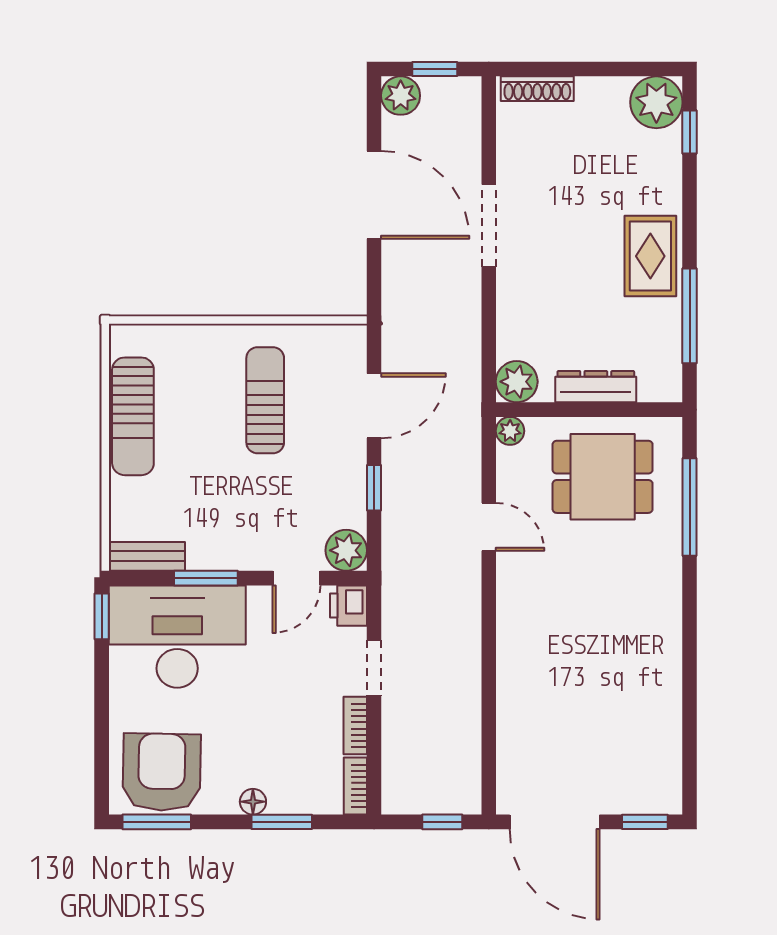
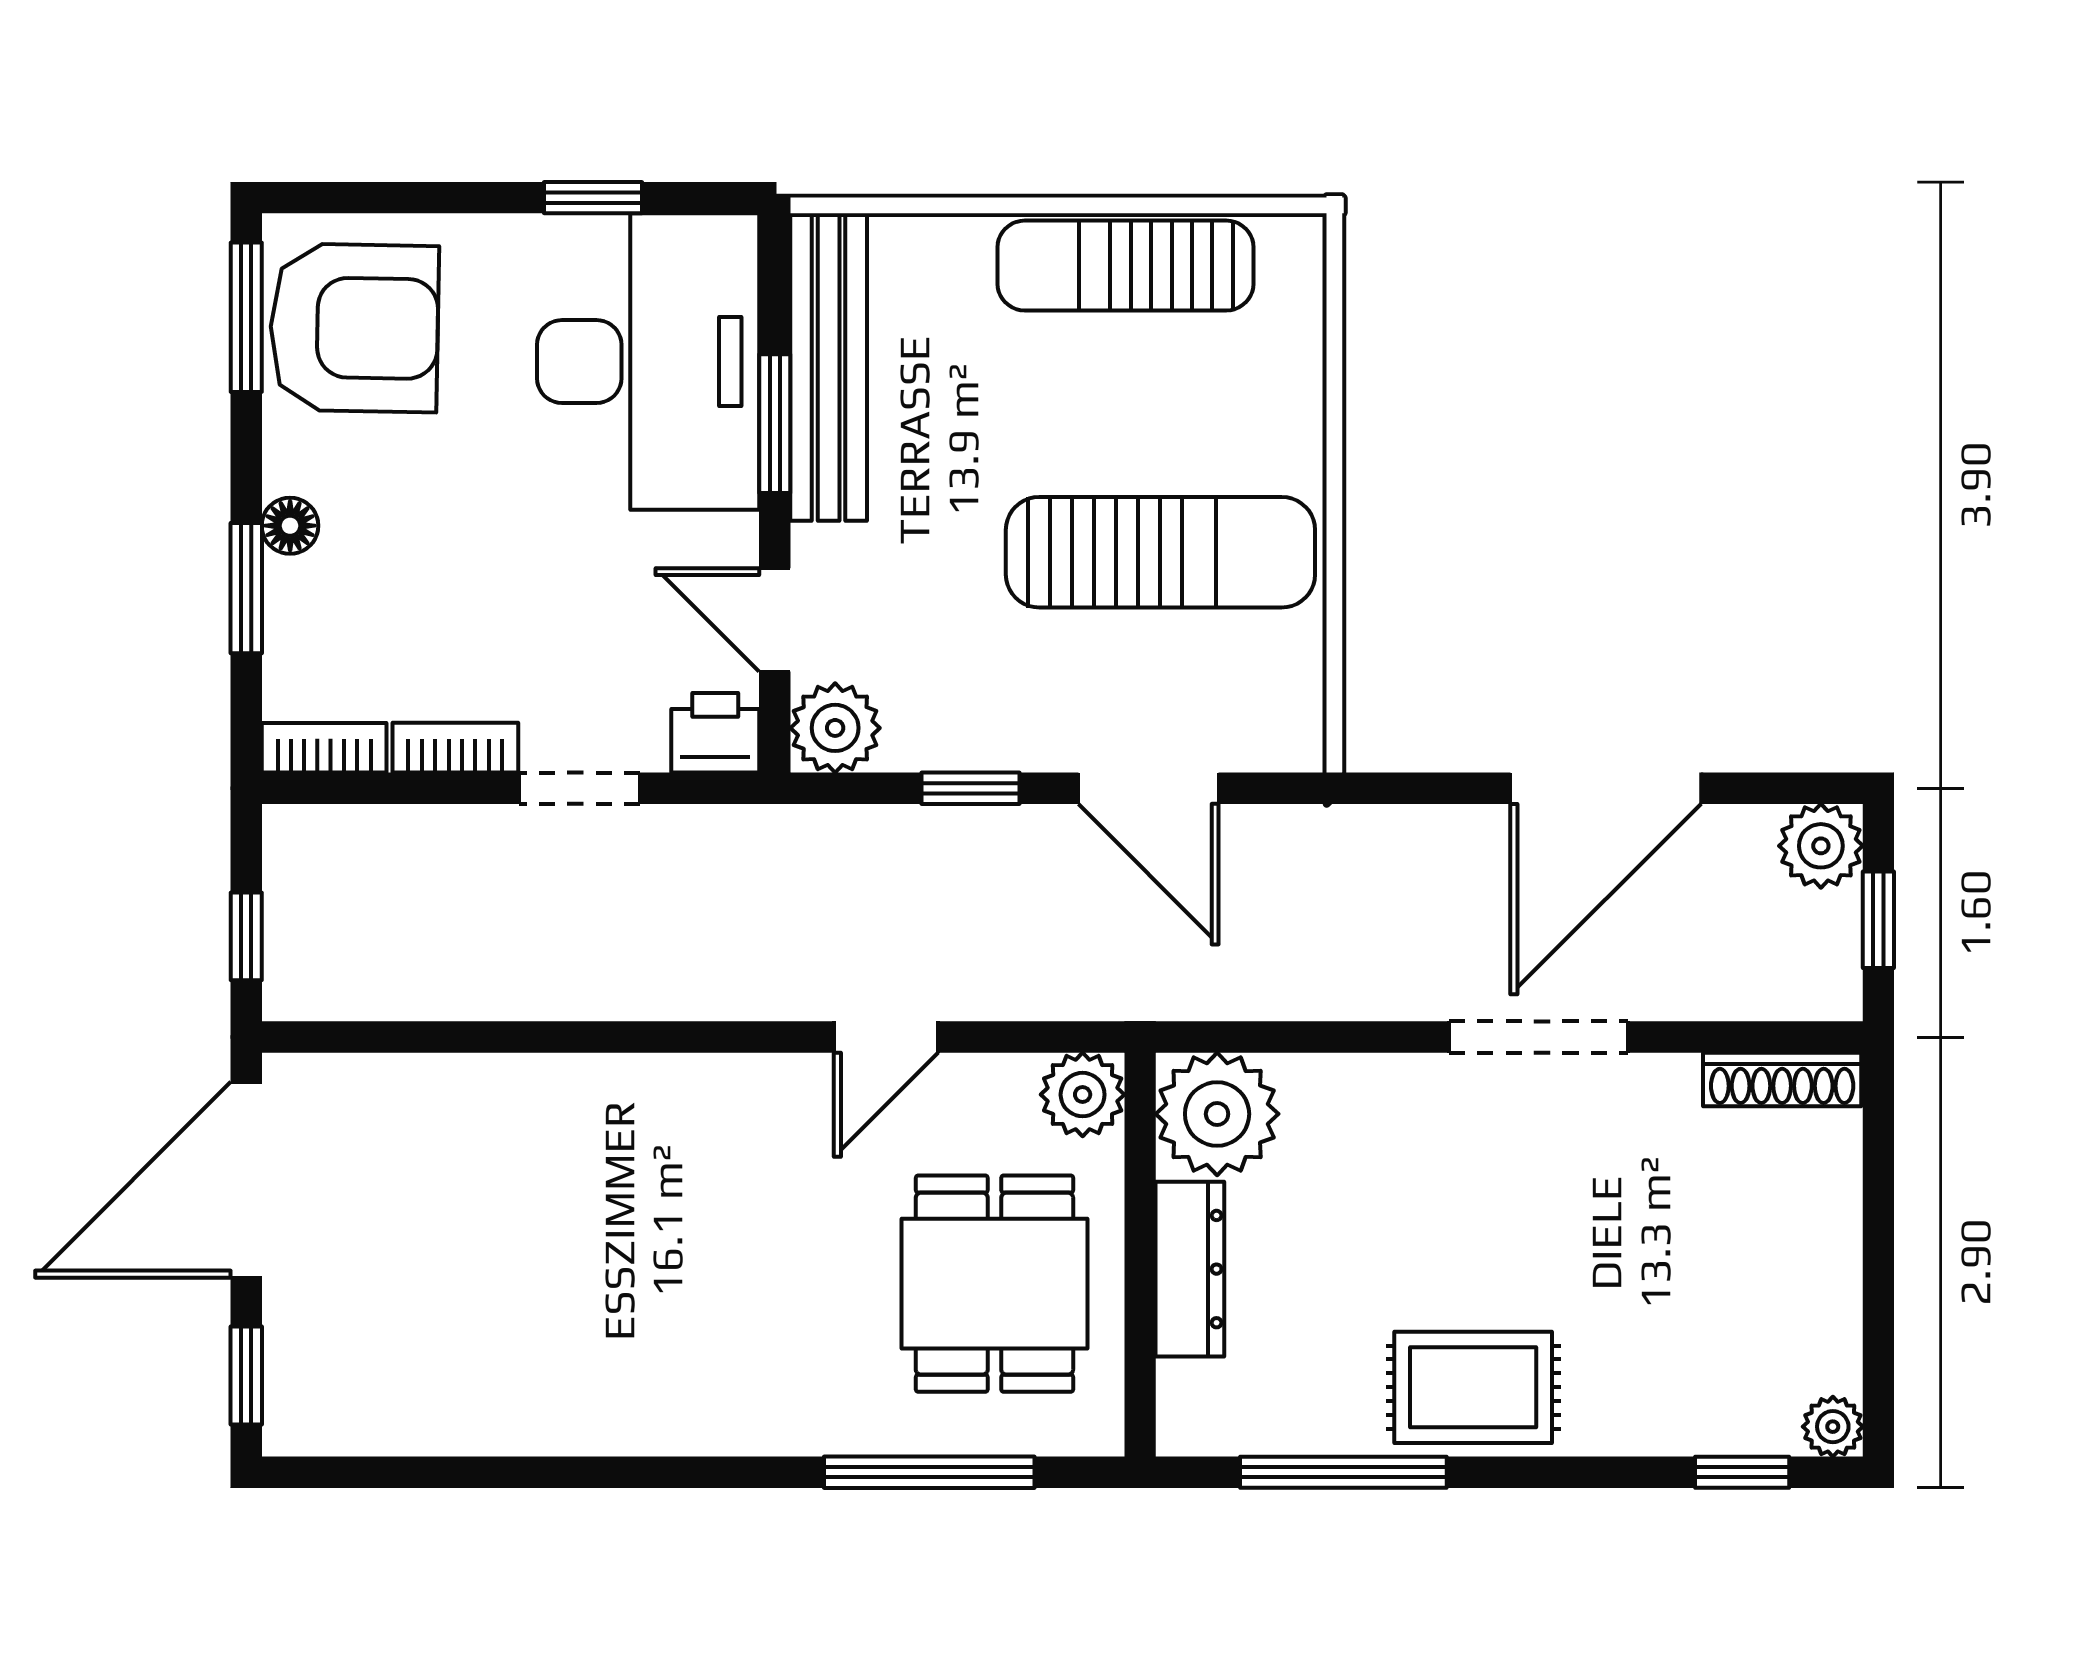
shoe rack: (537, 89) -> (1782, 1079), moved, turned -90
plant: (656, 102) -> (1833, 1427), width x0.53, depth x0.53
plant: (517, 382) -> (1217, 1114), width x1.36, depth x1.36
sun lounger: (265, 400) -> (1160, 552), width x1.36, depth x1.34
plant: (510, 431) -> (1083, 1095), width x1.38, depth x1.38
bench: (147, 556) -> (829, 367), width x1.86, depth x1.21
window: (102, 616) -> (593, 198), moved

